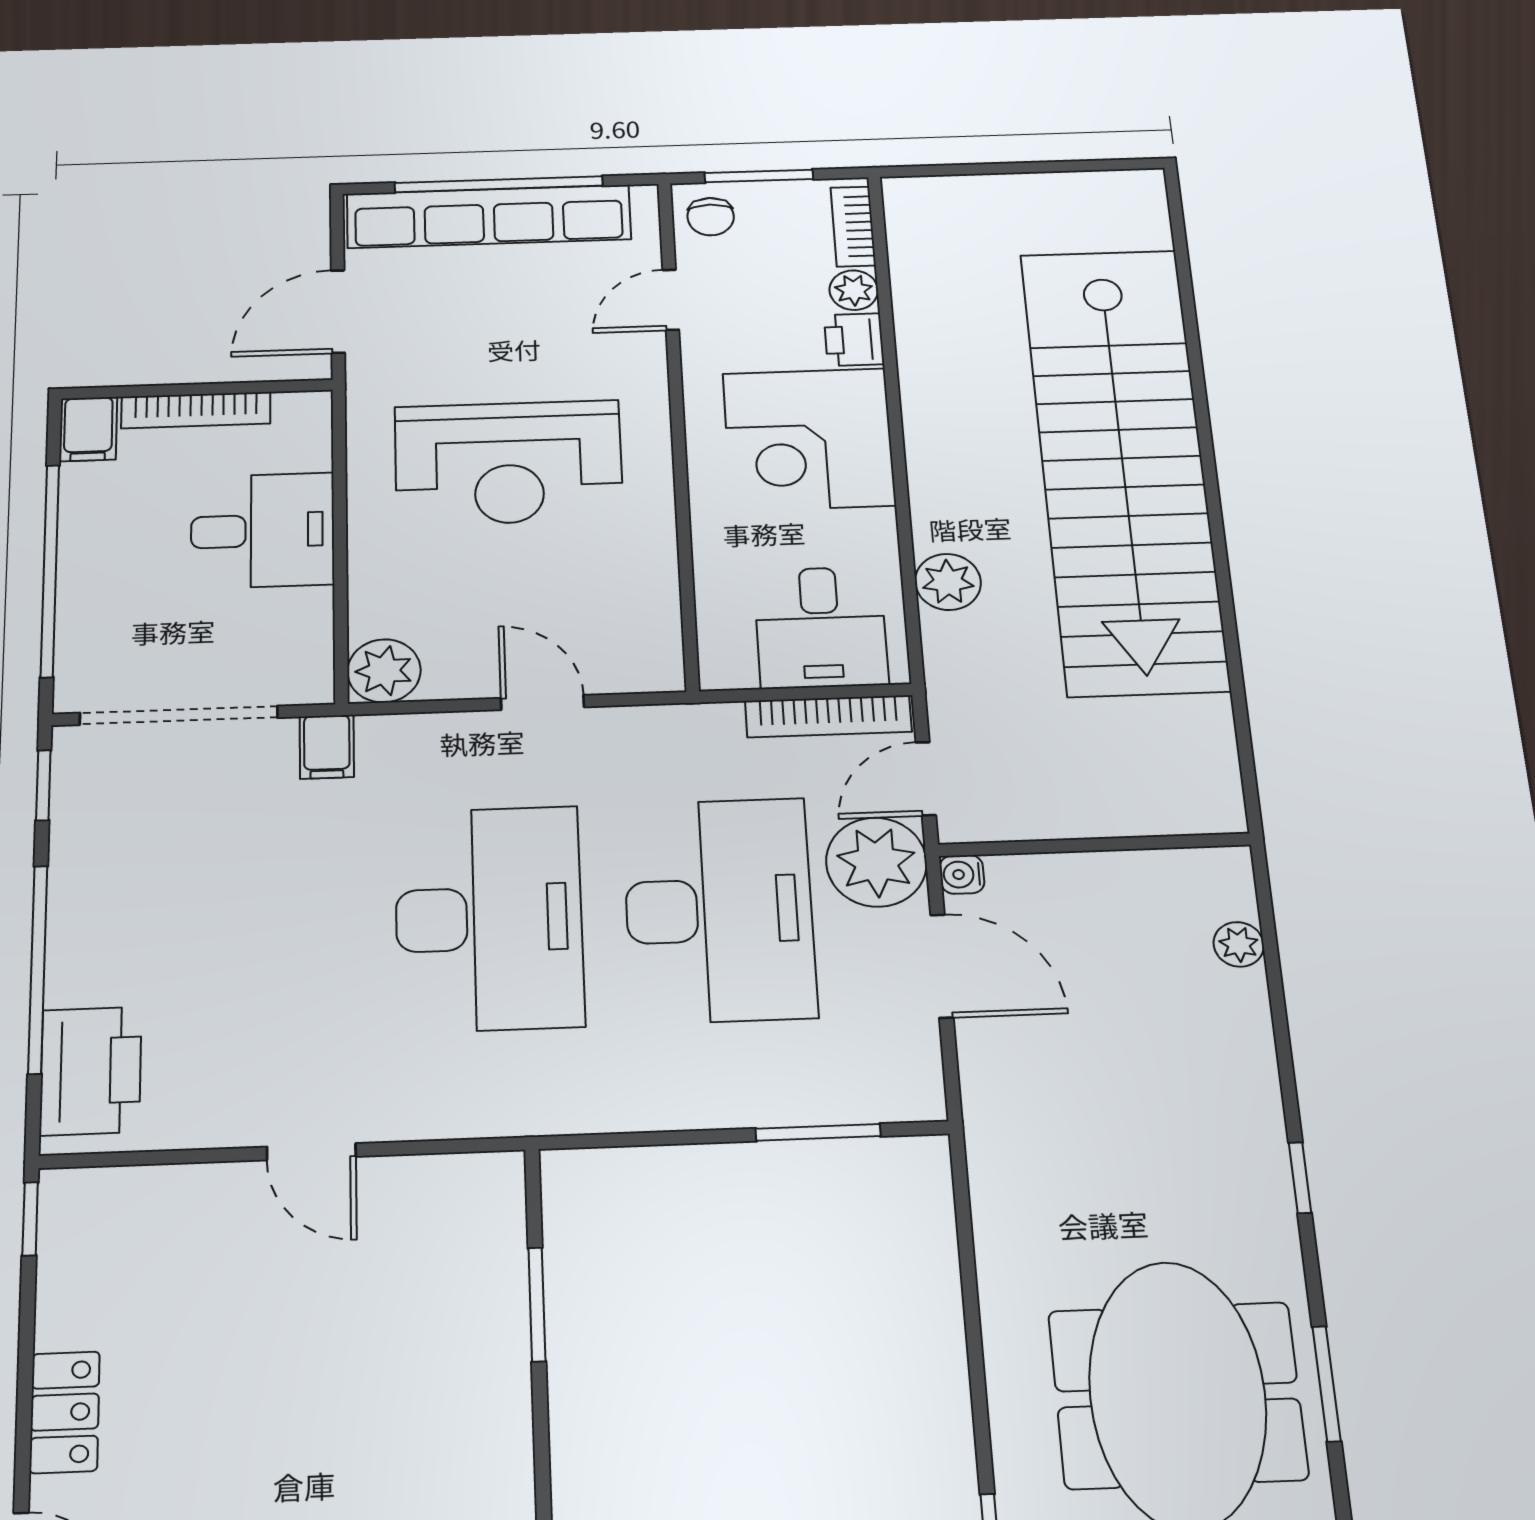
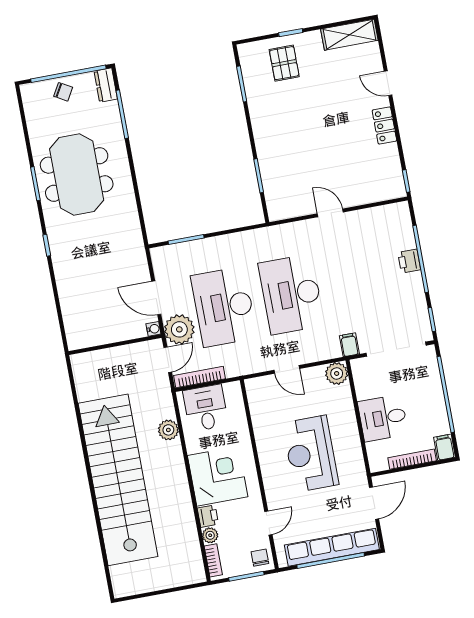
reception desk: (508, 463) -> (311, 454), turned -90
plant: (1239, 944) -> (70, 317), removed
printer: (91, 1071) -> (409, 261), moved, width x0.53, depth x0.68

